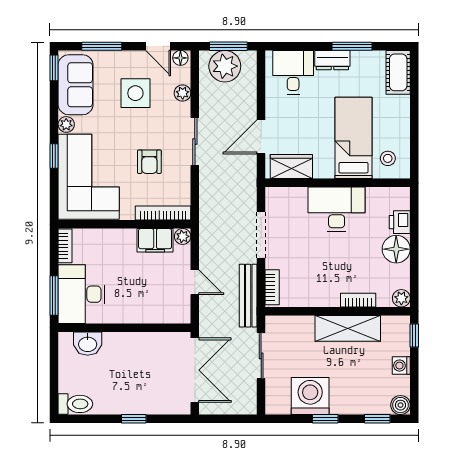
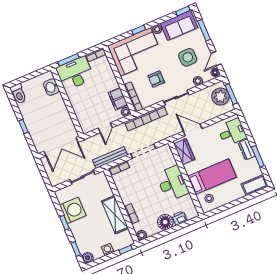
bookcase: (208, 207) -> (146, 118), added

